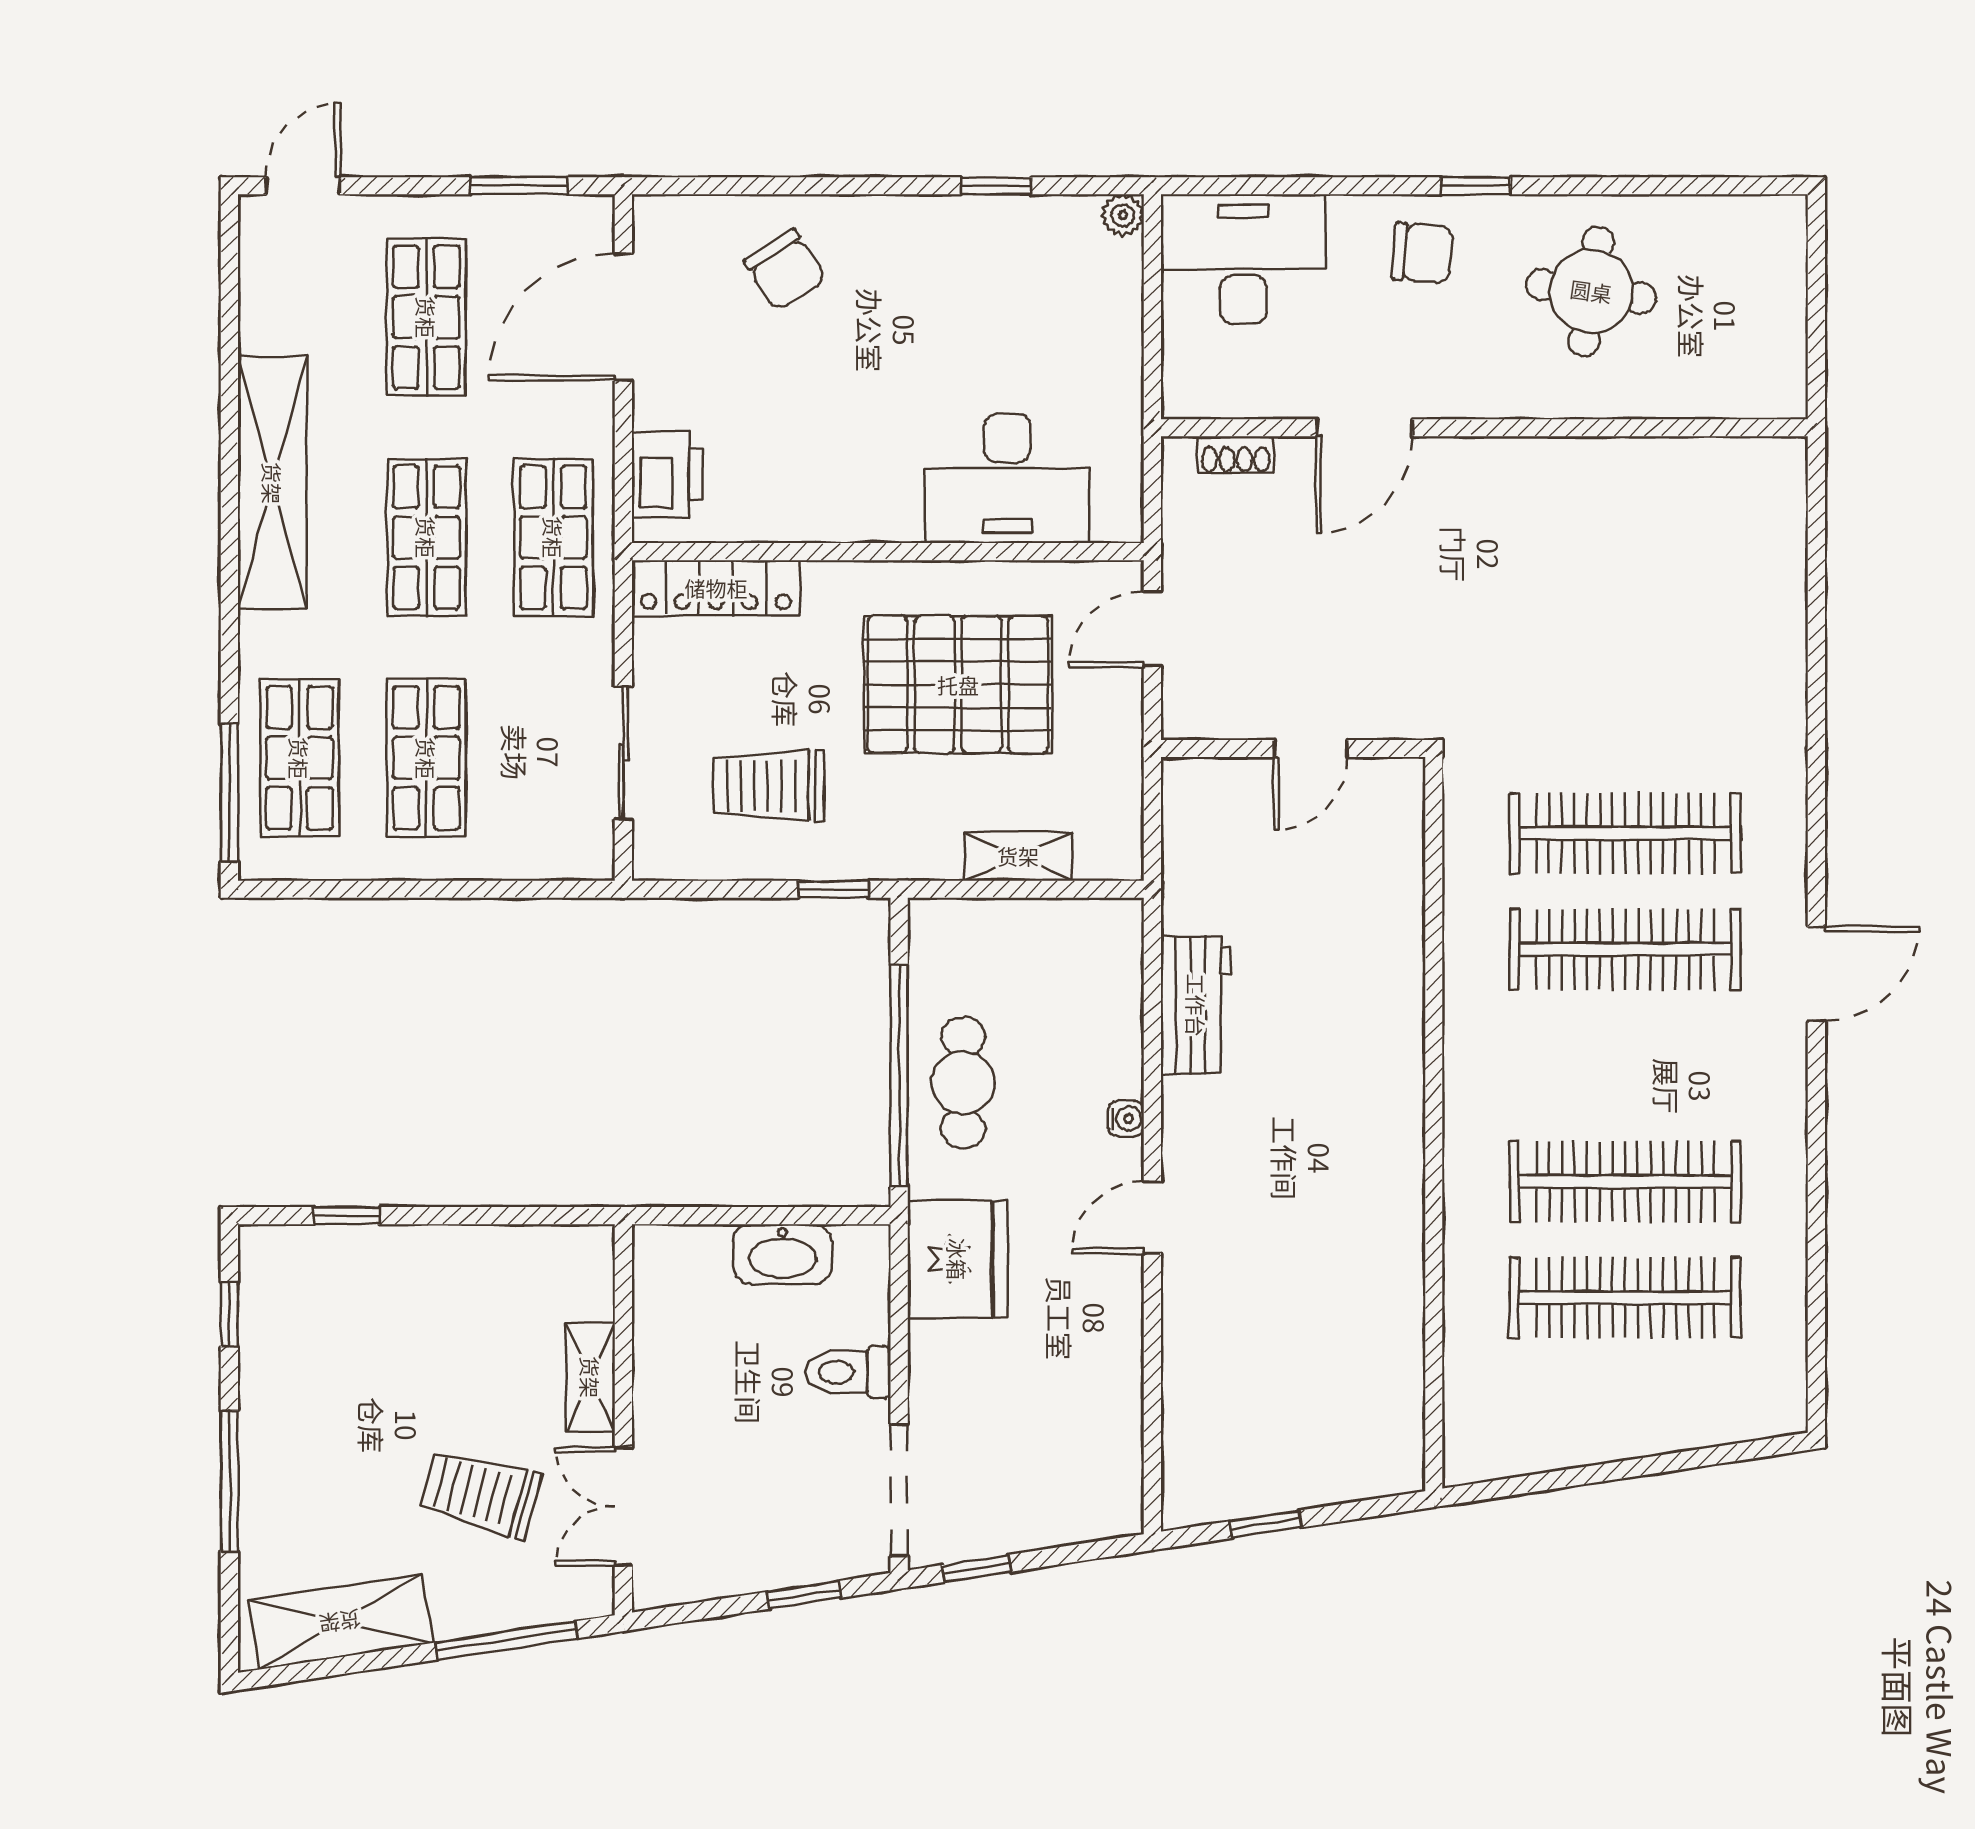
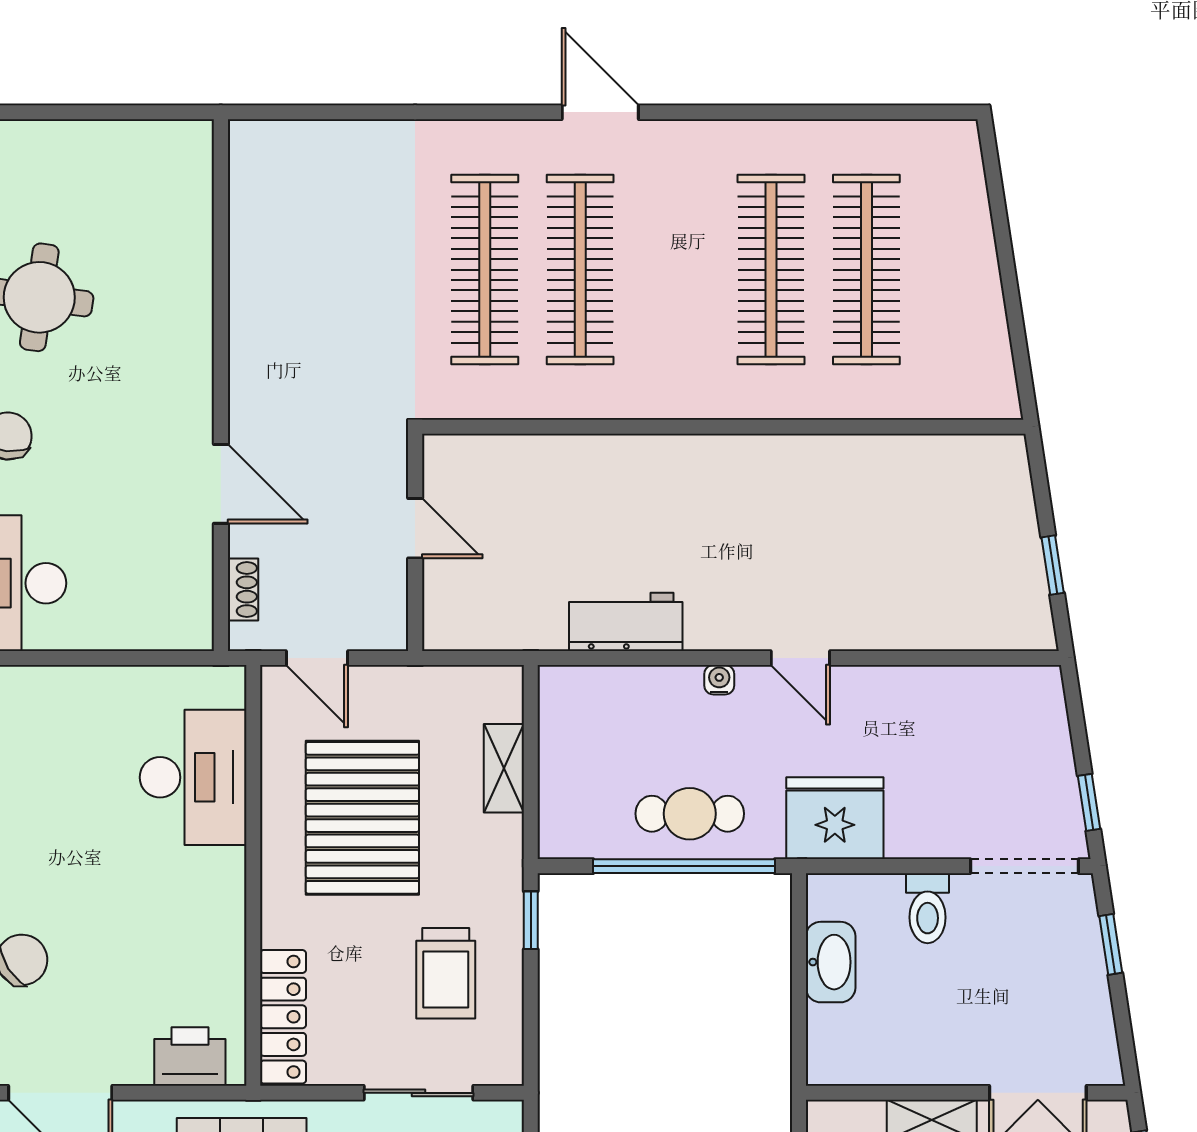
door: (1364, 428) -> (221, 484), moved
wall: (1484, 428) -> (221, 385), moved
shoe rack: (1236, 455) -> (243, 590), moved

